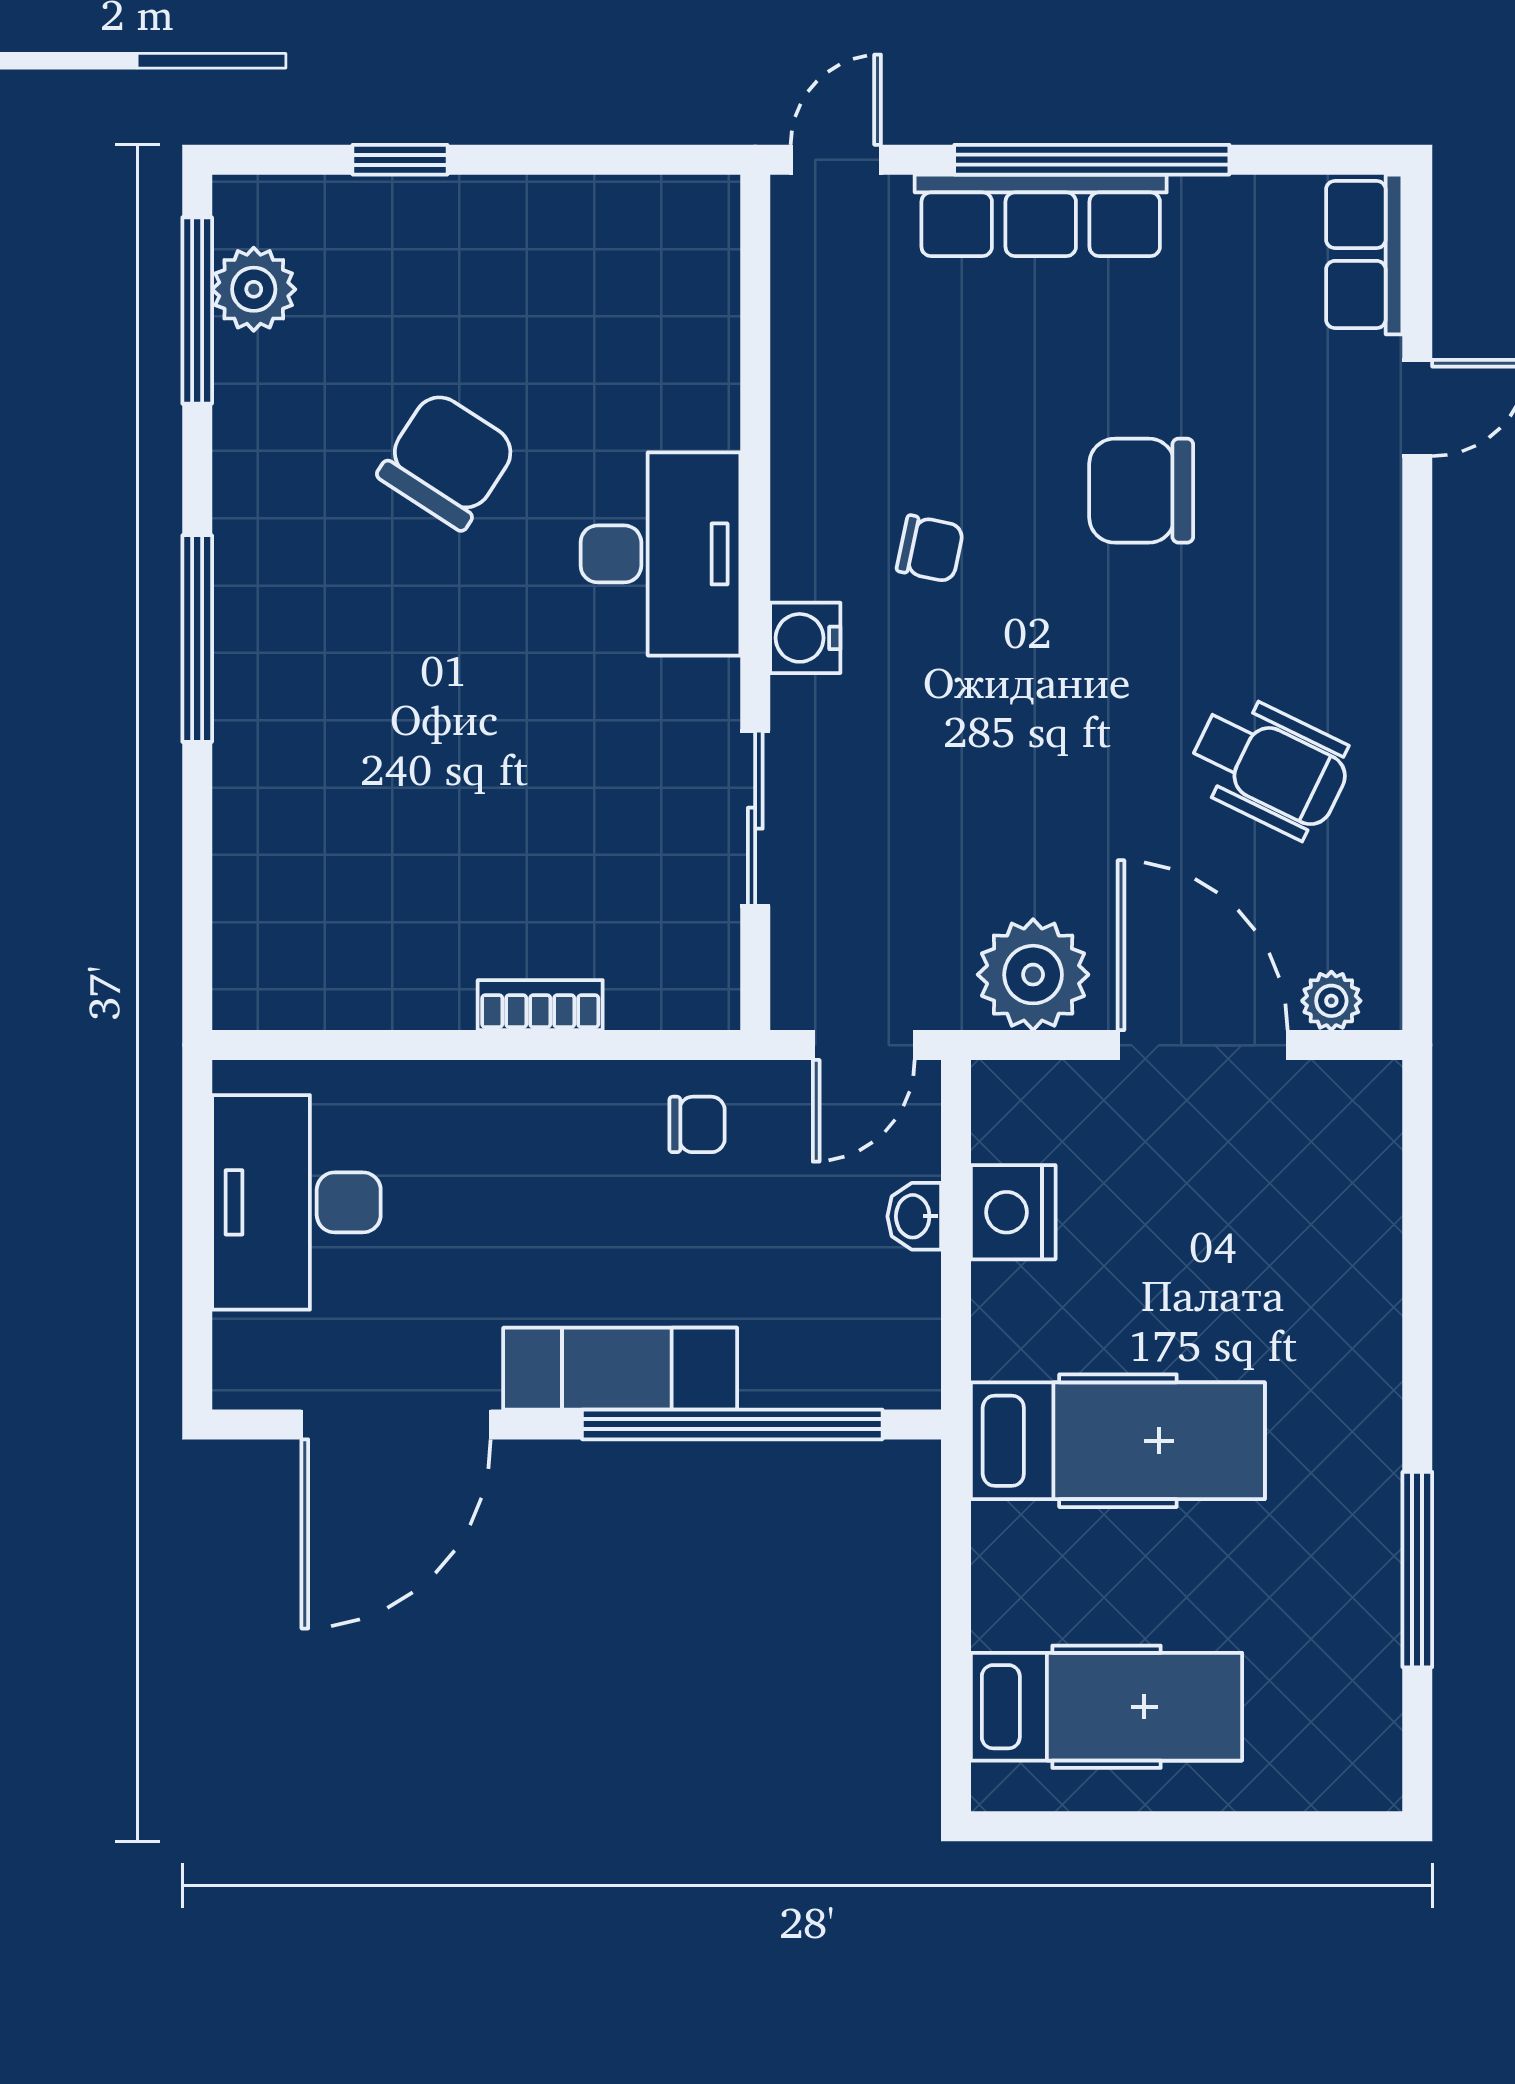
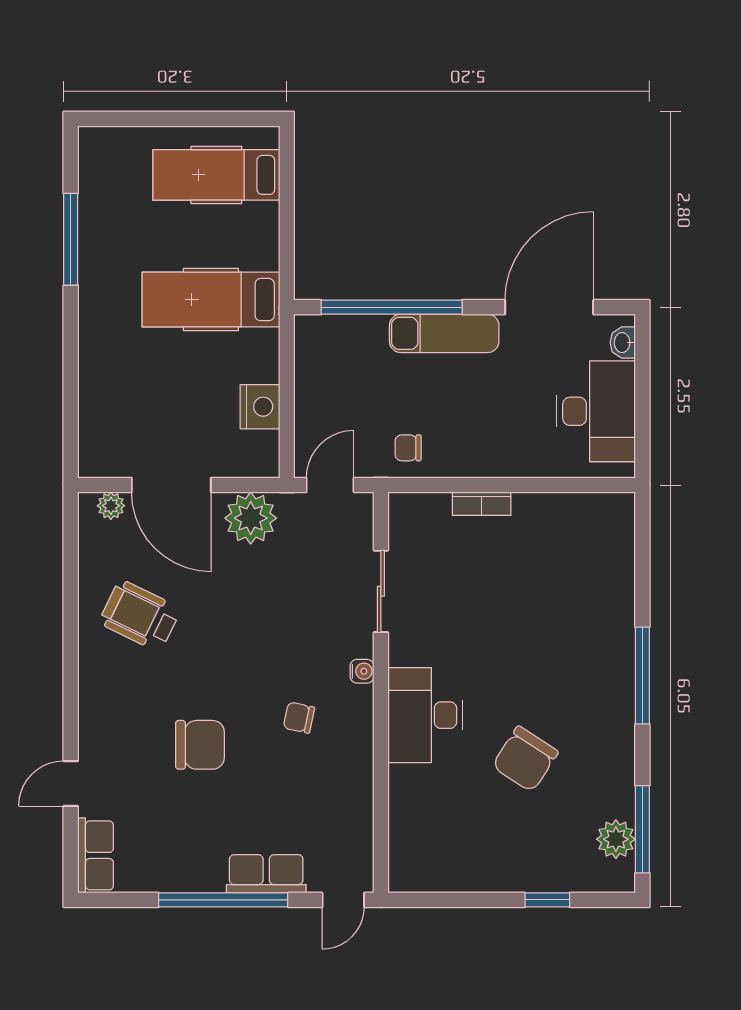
row of seats: (1041, 215) -> (266, 874), width x0.68
water cooler: (805, 638) -> (362, 671), width x0.72, depth x0.72
washbasin: (914, 1216) -> (623, 343), moved, turned 180

